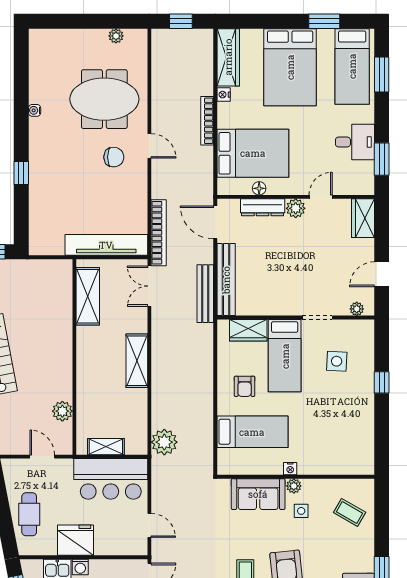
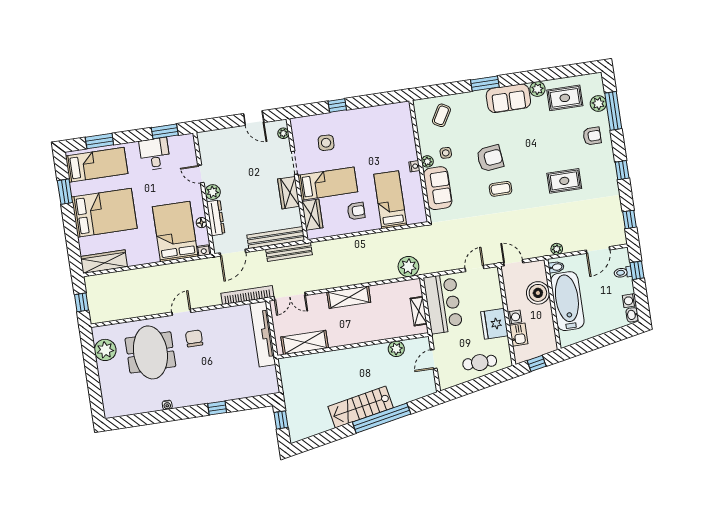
plant: (116, 36) -> (105, 350), width x1.88, depth x1.88
nightstand: (224, 95) -> (204, 250), moved
bookcase: (207, 121) -> (155, 271), removed
wardrobe: (363, 218) -> (289, 193), moved, turned 90

